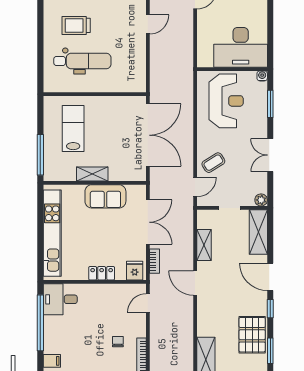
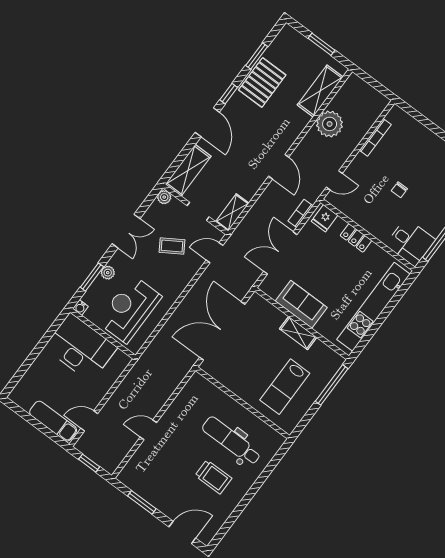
plant: (261, 116) -> (108, 273), added
coffee table: (213, 163) -> (172, 246), moved
shelving: (204, 245) -> (232, 212), moved
plant: (182, 341) -> (330, 124), added
chair: (118, 342) -> (399, 190), moved

